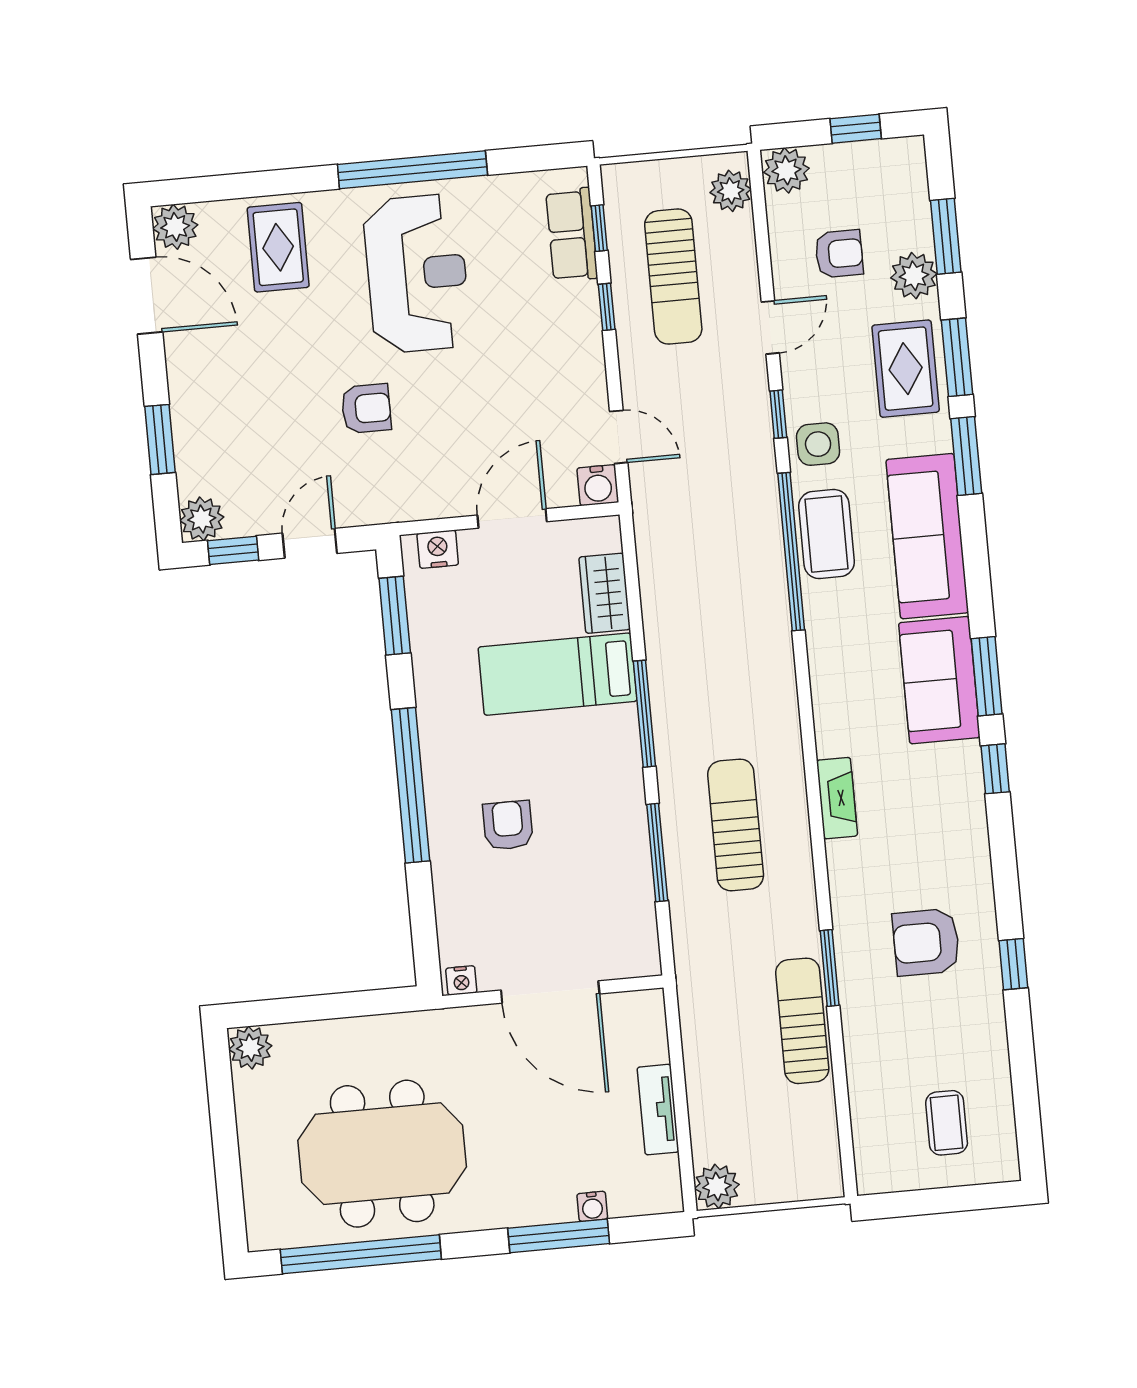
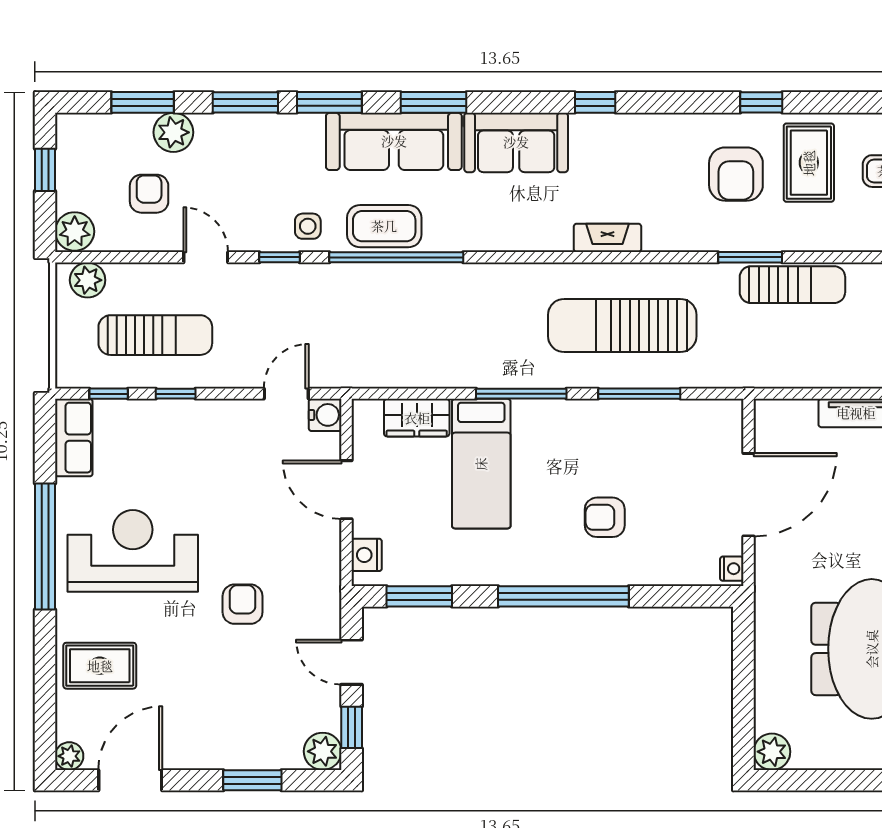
plant: (175, 227) -> (69, 756), width x0.73, depth x0.73
row of seats: (572, 235) -> (74, 438), moved, turned -90
rug: (906, 369) -> (809, 163), moved, turned 90
side table: (818, 444) -> (308, 226), width x0.73, depth x0.73
window: (987, 676) -> (433, 102), moved
sun lounger: (736, 825) -> (622, 325), width x1.36, depth x1.34
sun lounger: (802, 1021) -> (792, 285), turned 180

